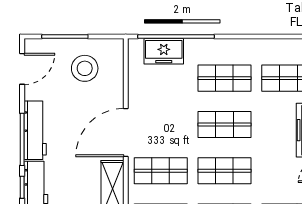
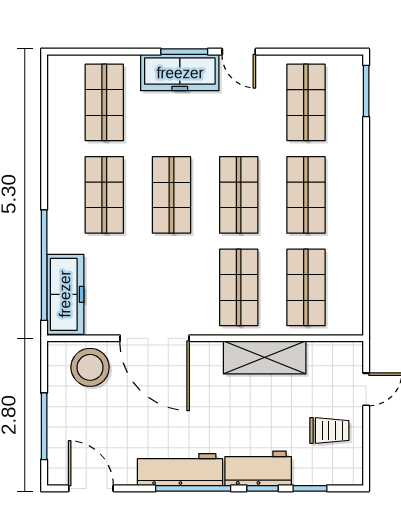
freezer: (164, 51) -> (65, 294), width x1.40
stool: (85, 68) -> (90, 367), moved
door: (126, 132) -> (155, 338), moved

